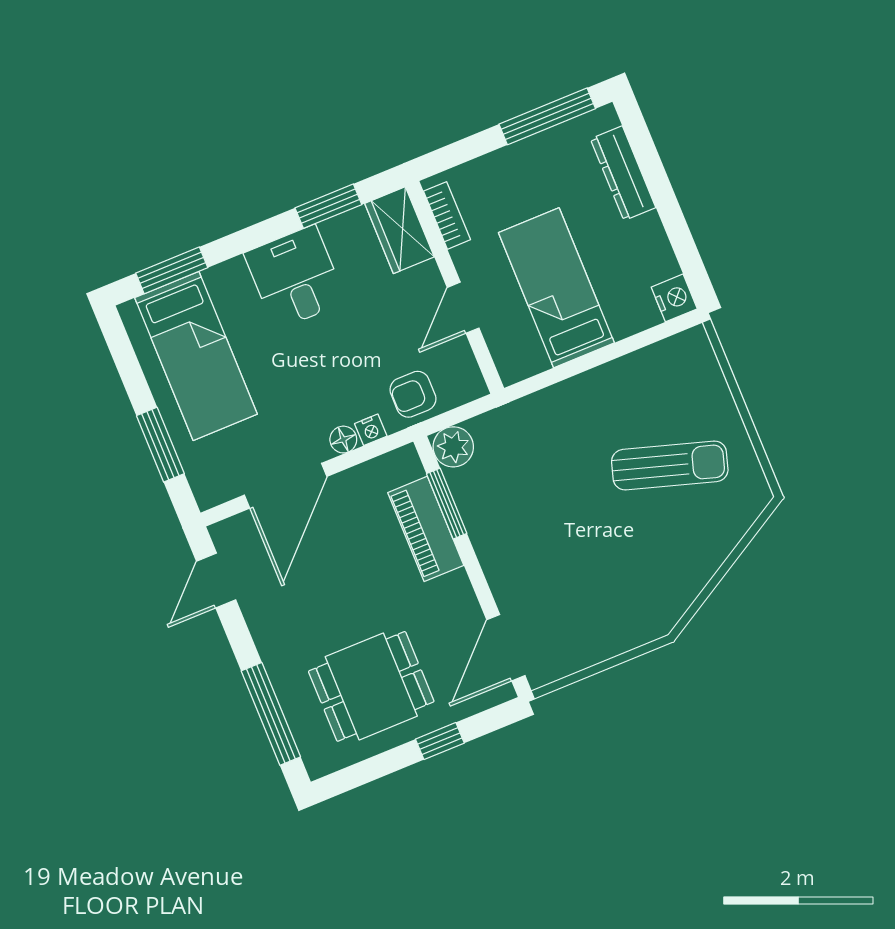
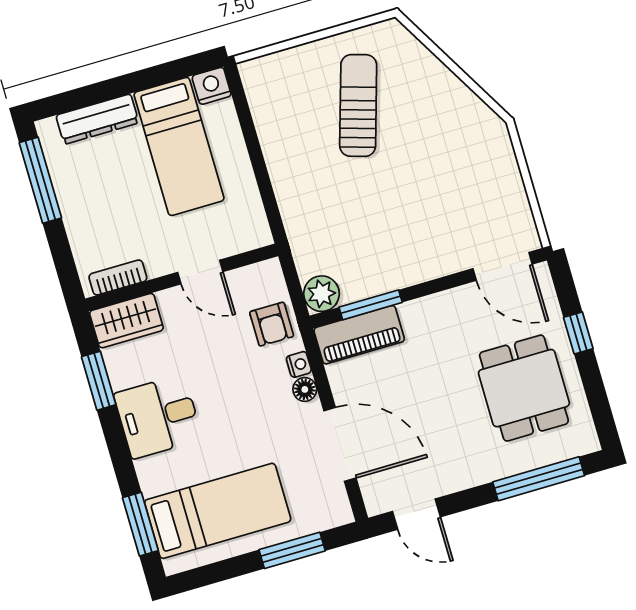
bed: (556, 288) -> (179, 146), moved, turned -90
piano: (426, 529) -> (359, 335), moved

